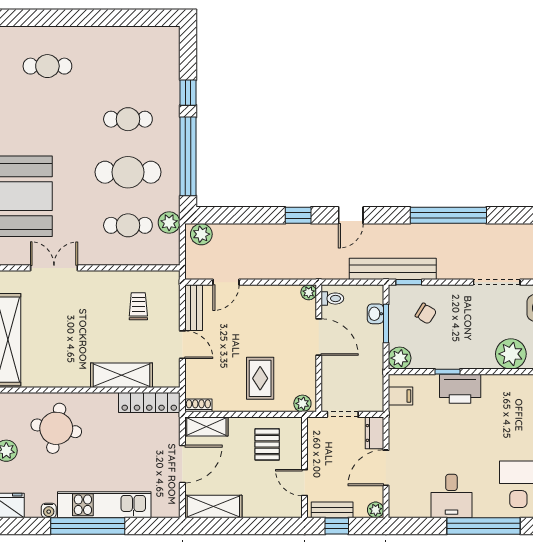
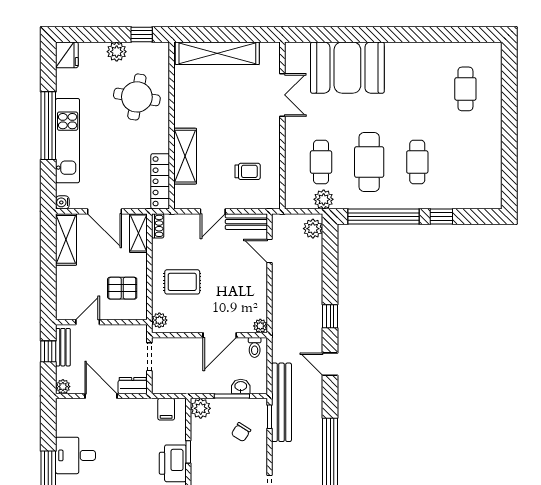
water cooler: (49, 510) -> (62, 202), moved

